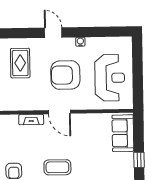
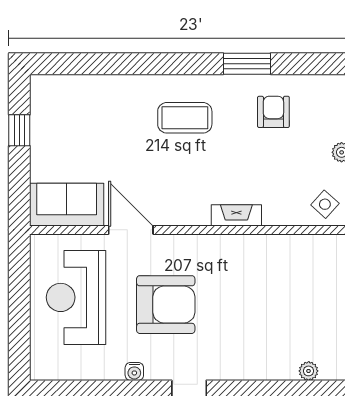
rug: (20, 63) -> (257, 330), removed
door: (59, 112) -> (131, 230), moved
sofa: (123, 133) -> (67, 205), moved, turned -90

